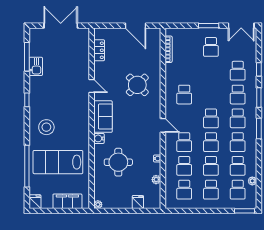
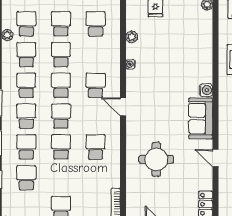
round table: (137, 85) -> (156, 159), turned 45
round table: (118, 162) -> (181, 59), removed
school desk: (184, 166) -> (61, 147), moved

